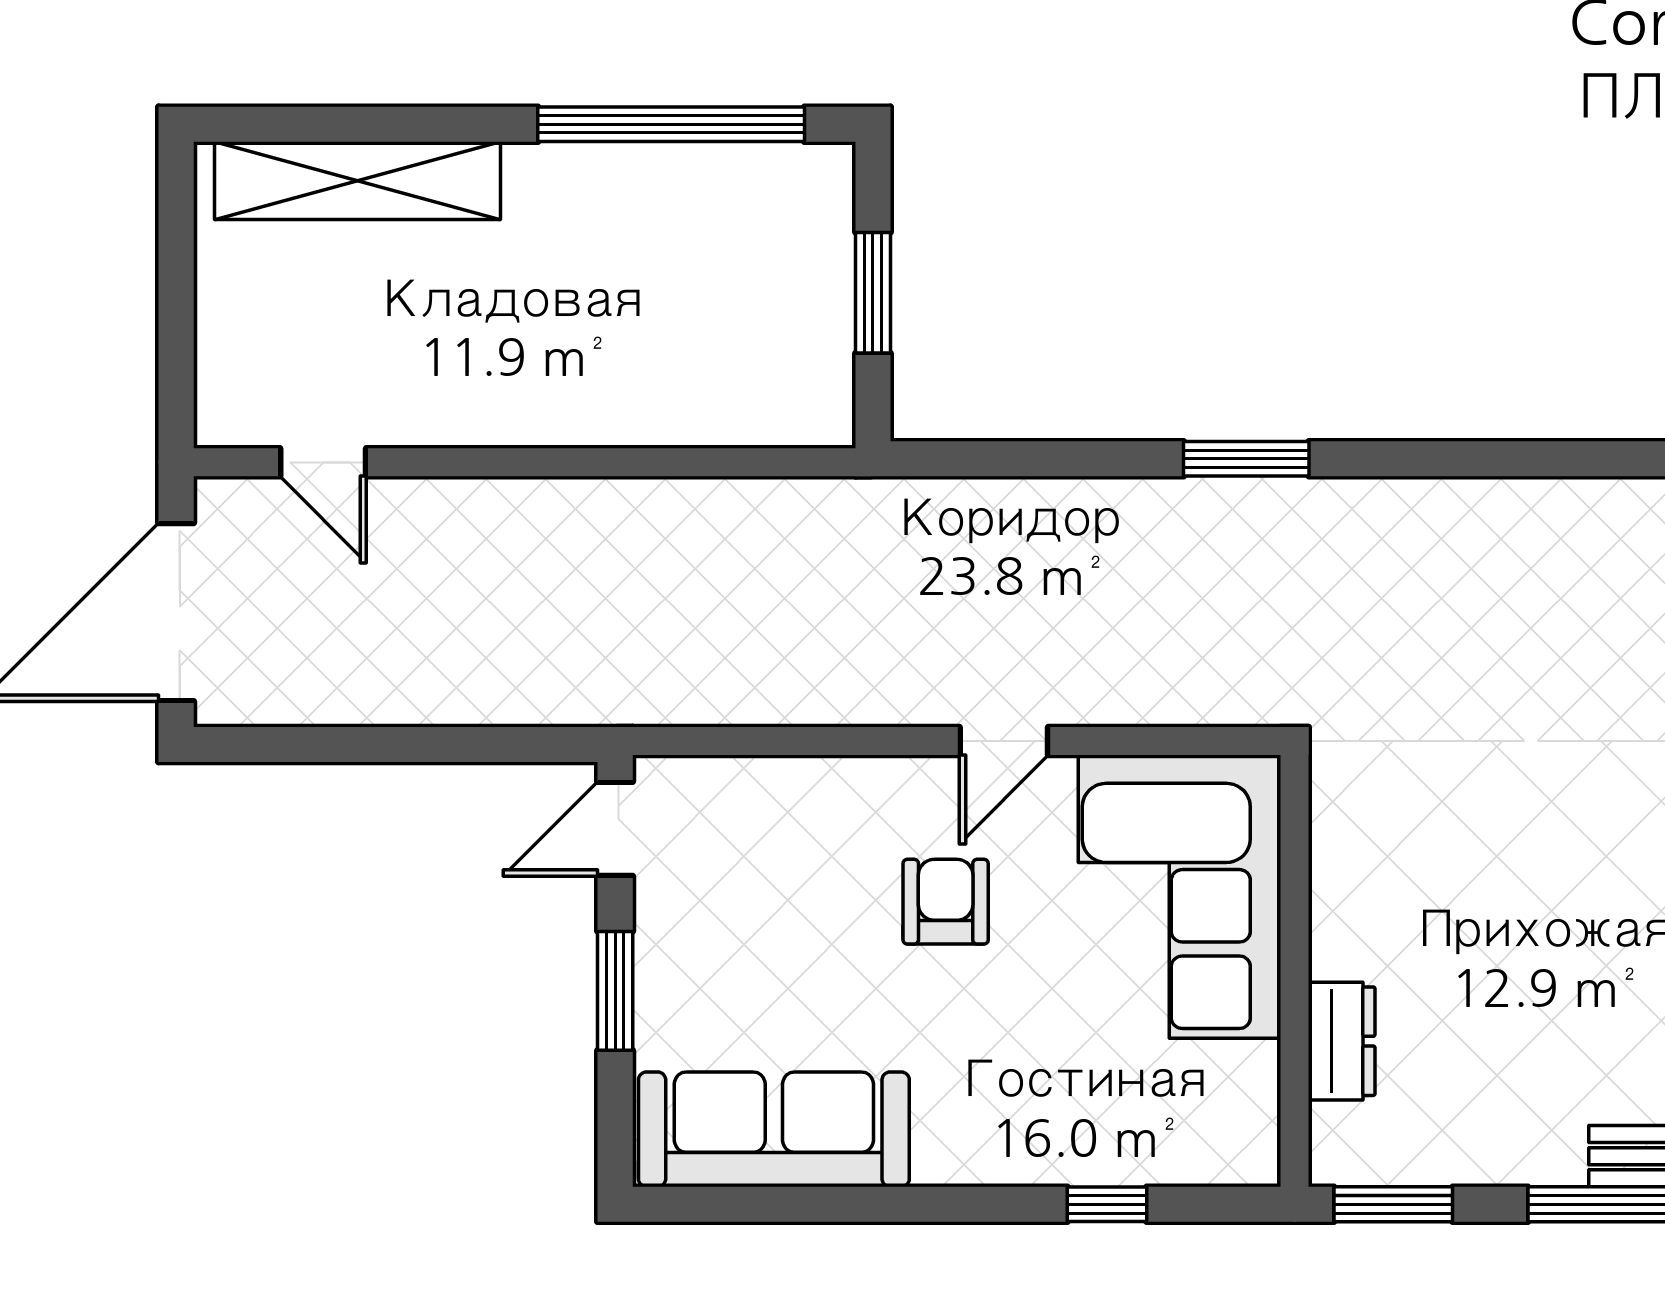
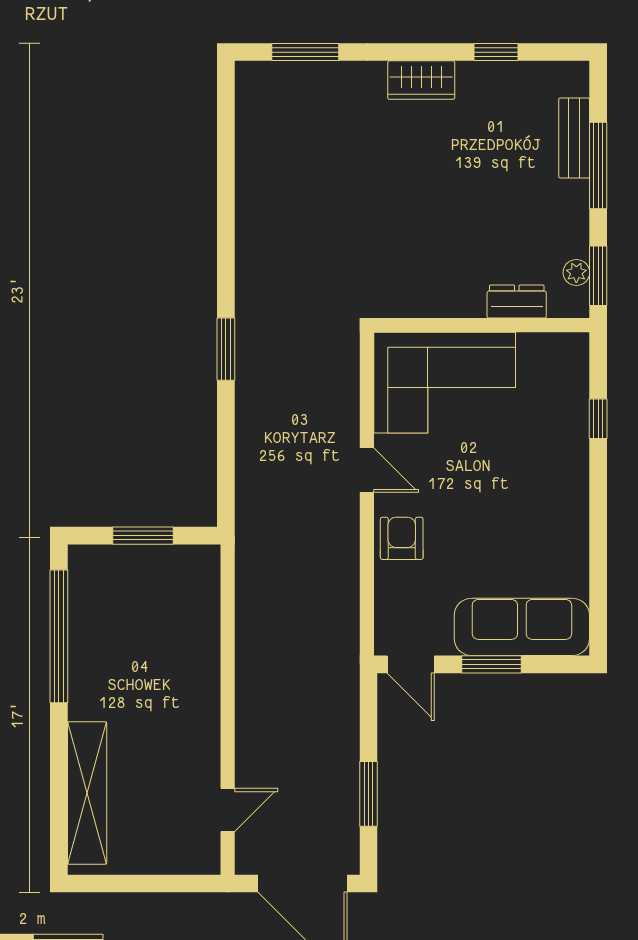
window: (356, 744) -> (369, 794), added
armchair: (946, 902) -> (402, 538), moved, turned 90
sofa: (774, 1129) -> (522, 627), moved, turned 90
plant: (1400, 1161) -> (576, 273), added

